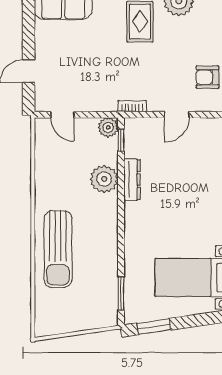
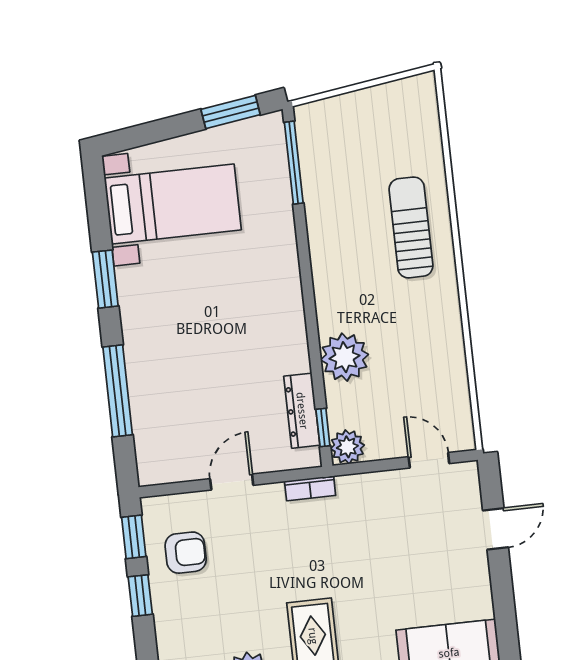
dresser: (132, 180) -> (302, 411), moved
sun lounger: (58, 249) -> (411, 227), width x0.73, depth x0.75
window: (121, 294) -> (294, 163), width x1.44

